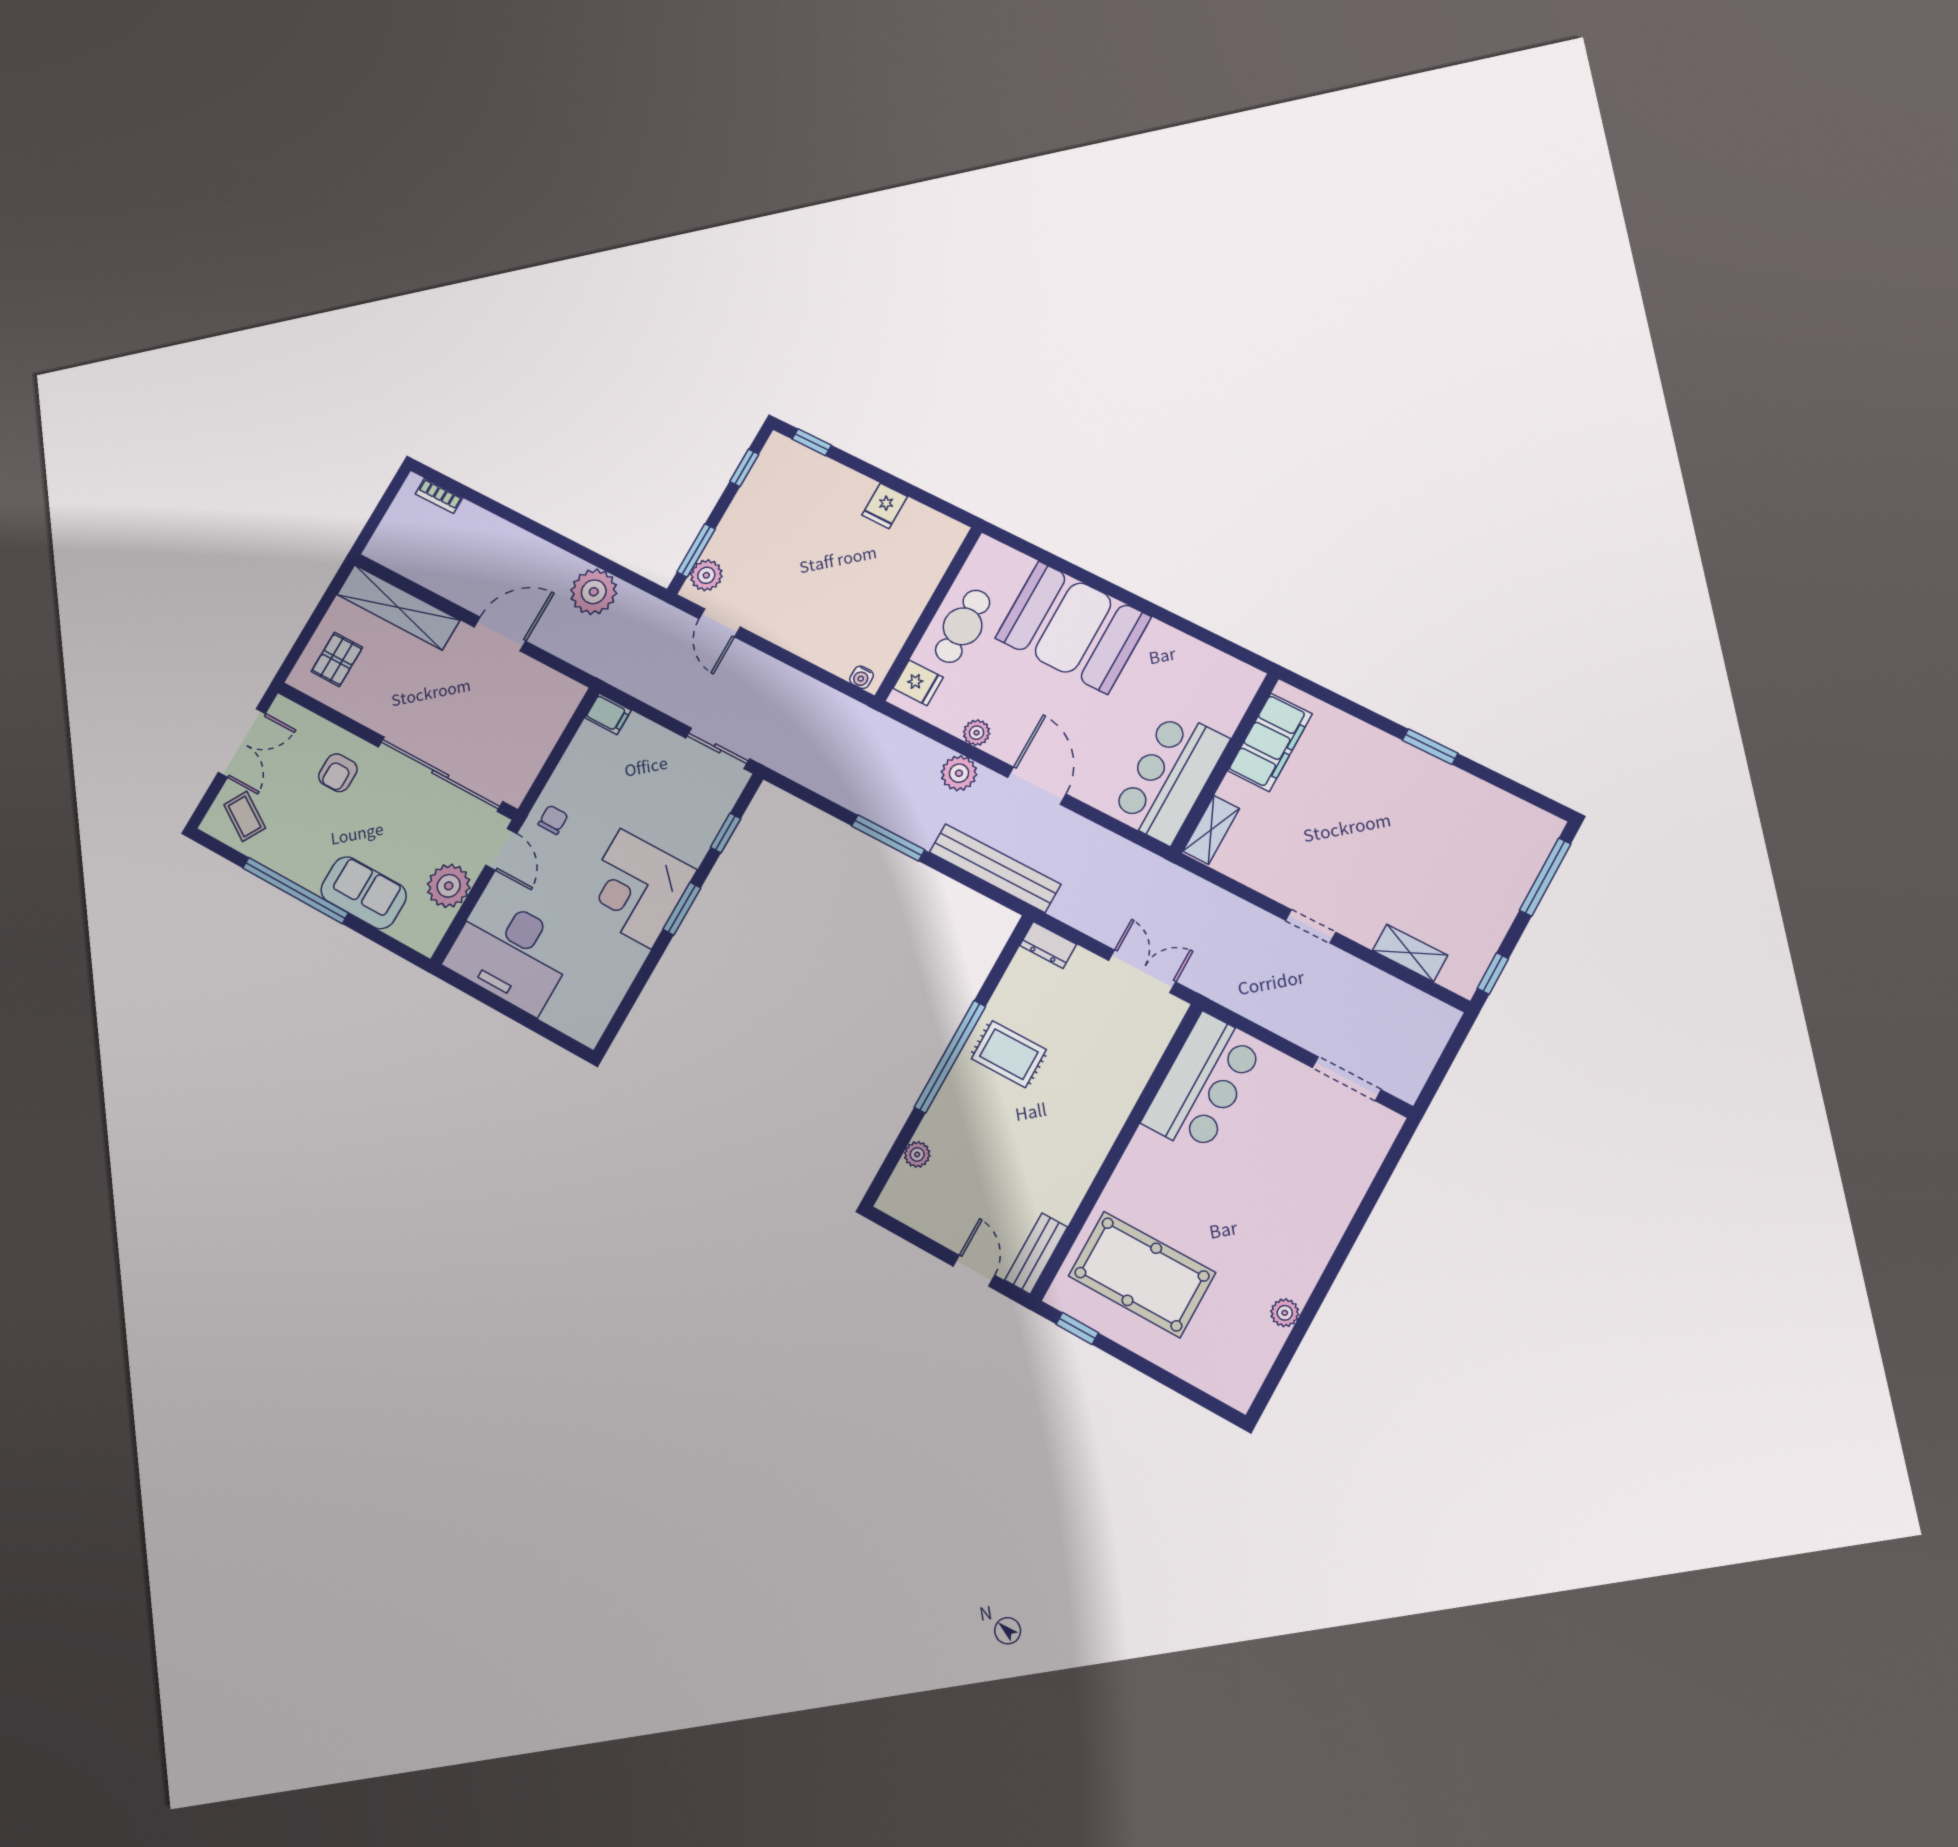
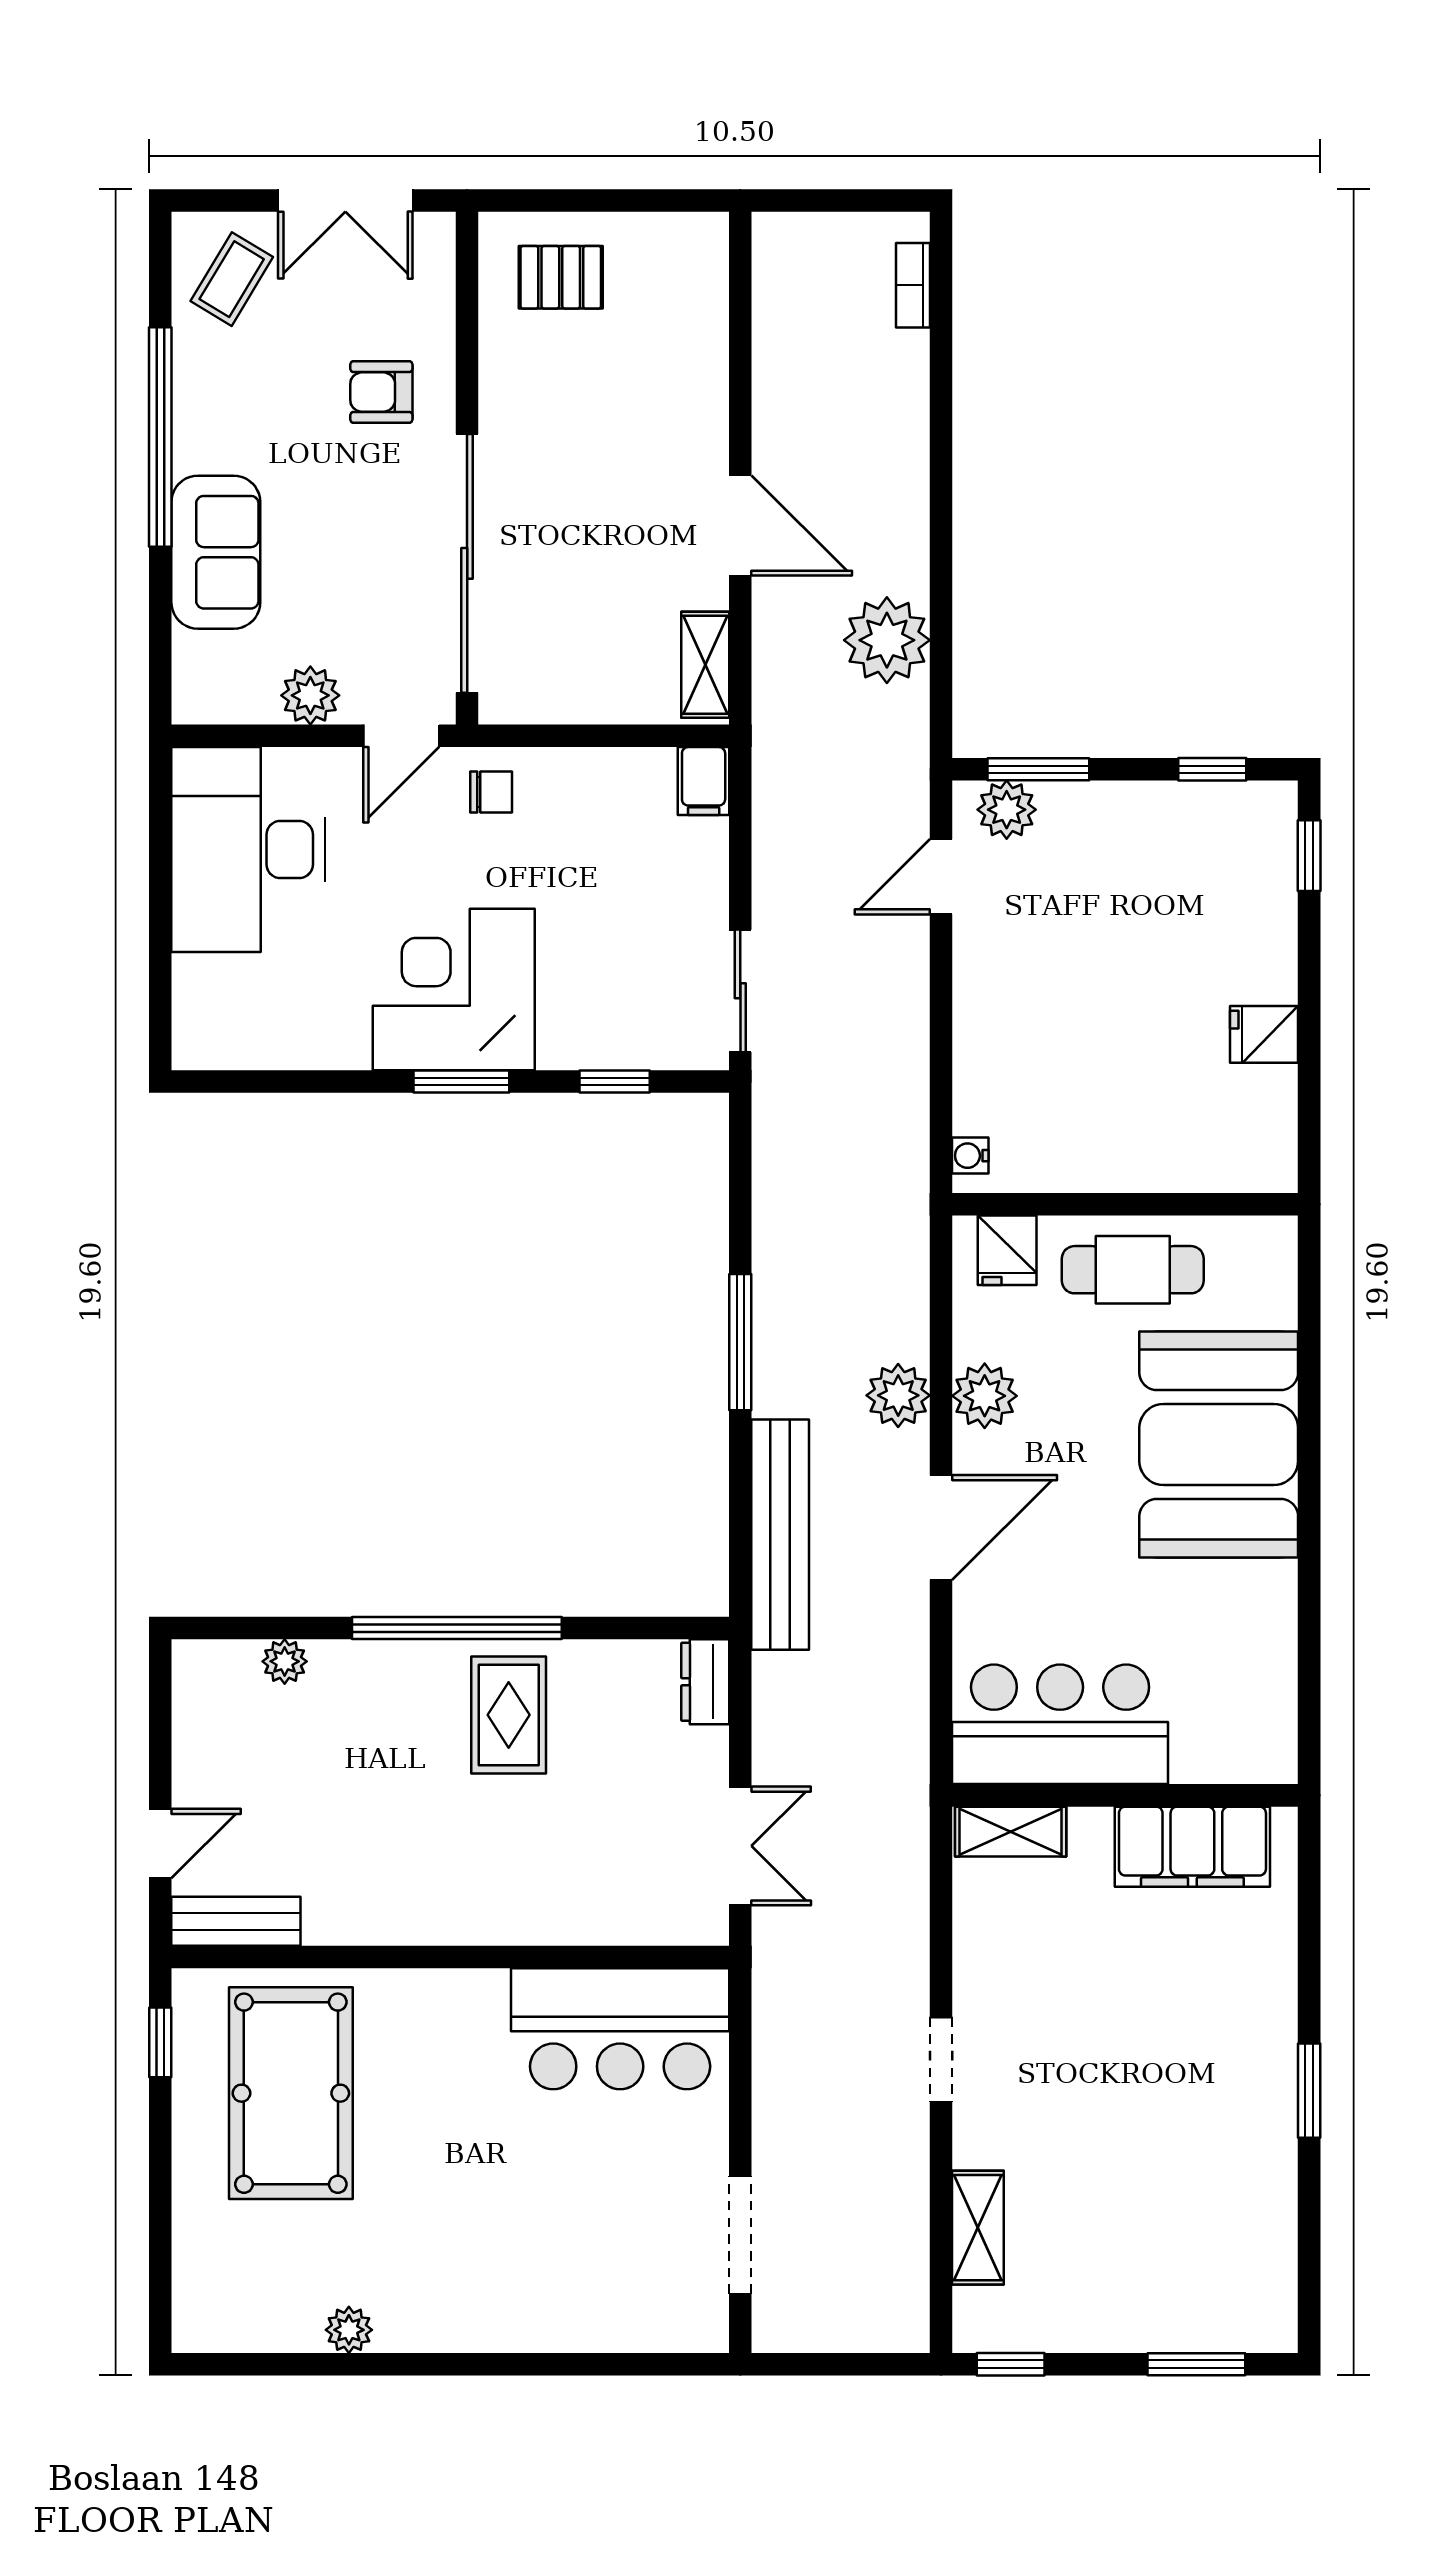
shelving: (398, 607) -> (705, 665), moved, width x0.45, depth x0.75
plant: (977, 733) -> (985, 1396), width x1.38, depth x1.38
window: (1545, 877) -> (1196, 2364), width x0.69
plant: (449, 886) -> (310, 695), width x0.73, depth x0.73

